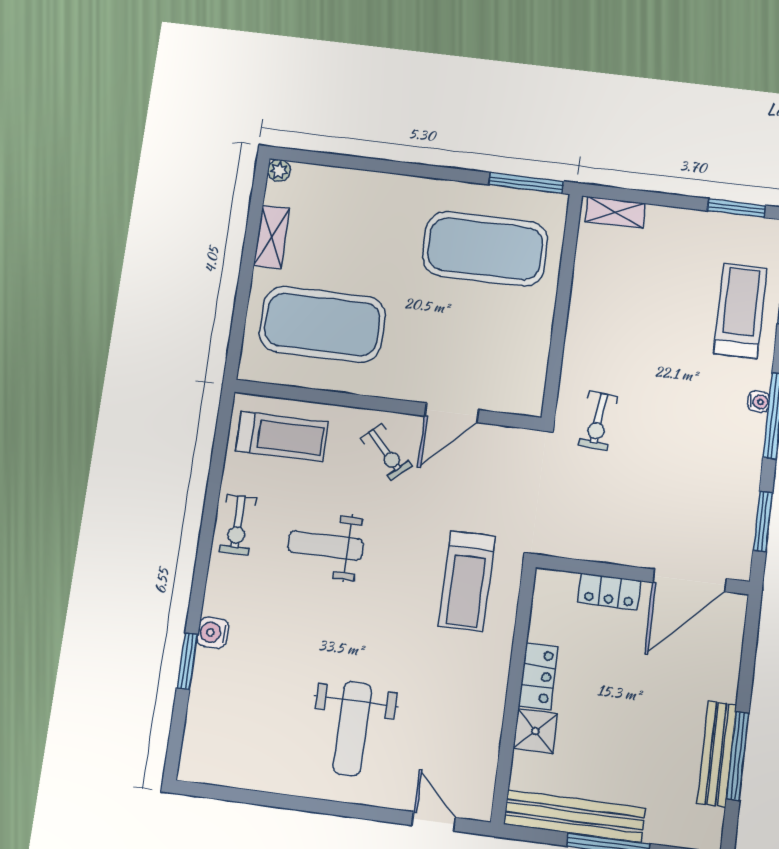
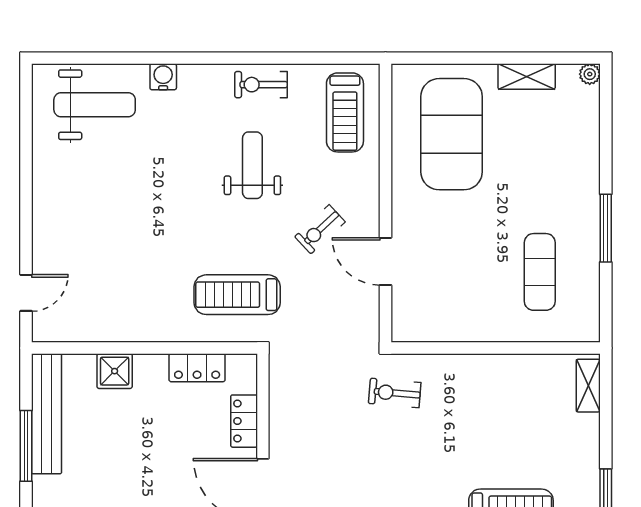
window: (526, 183) -> (606, 228), moved
exercise mat: (485, 249) -> (540, 272), width x0.50, depth x0.69
exercise bike: (386, 452) -> (320, 229), moved
window: (187, 661) -> (135, 58), removed
locker: (538, 676) -> (197, 368), moved
weight bench: (352, 729) -> (95, 105), moved, turned 180

